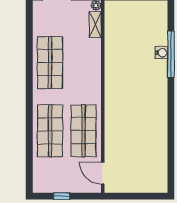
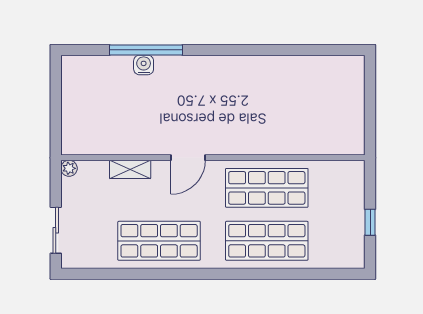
shelving: (95, 25) -> (130, 169), moved
door: (103, 173) -> (188, 158), moved

